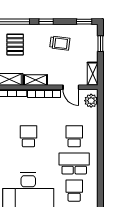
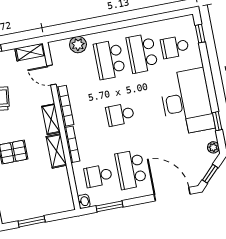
door: (71, 87) -> (51, 75), swing flipped
plant: (91, 101) -> (78, 45), moved
school desk: (74, 136) -> (109, 60), width x1.85

